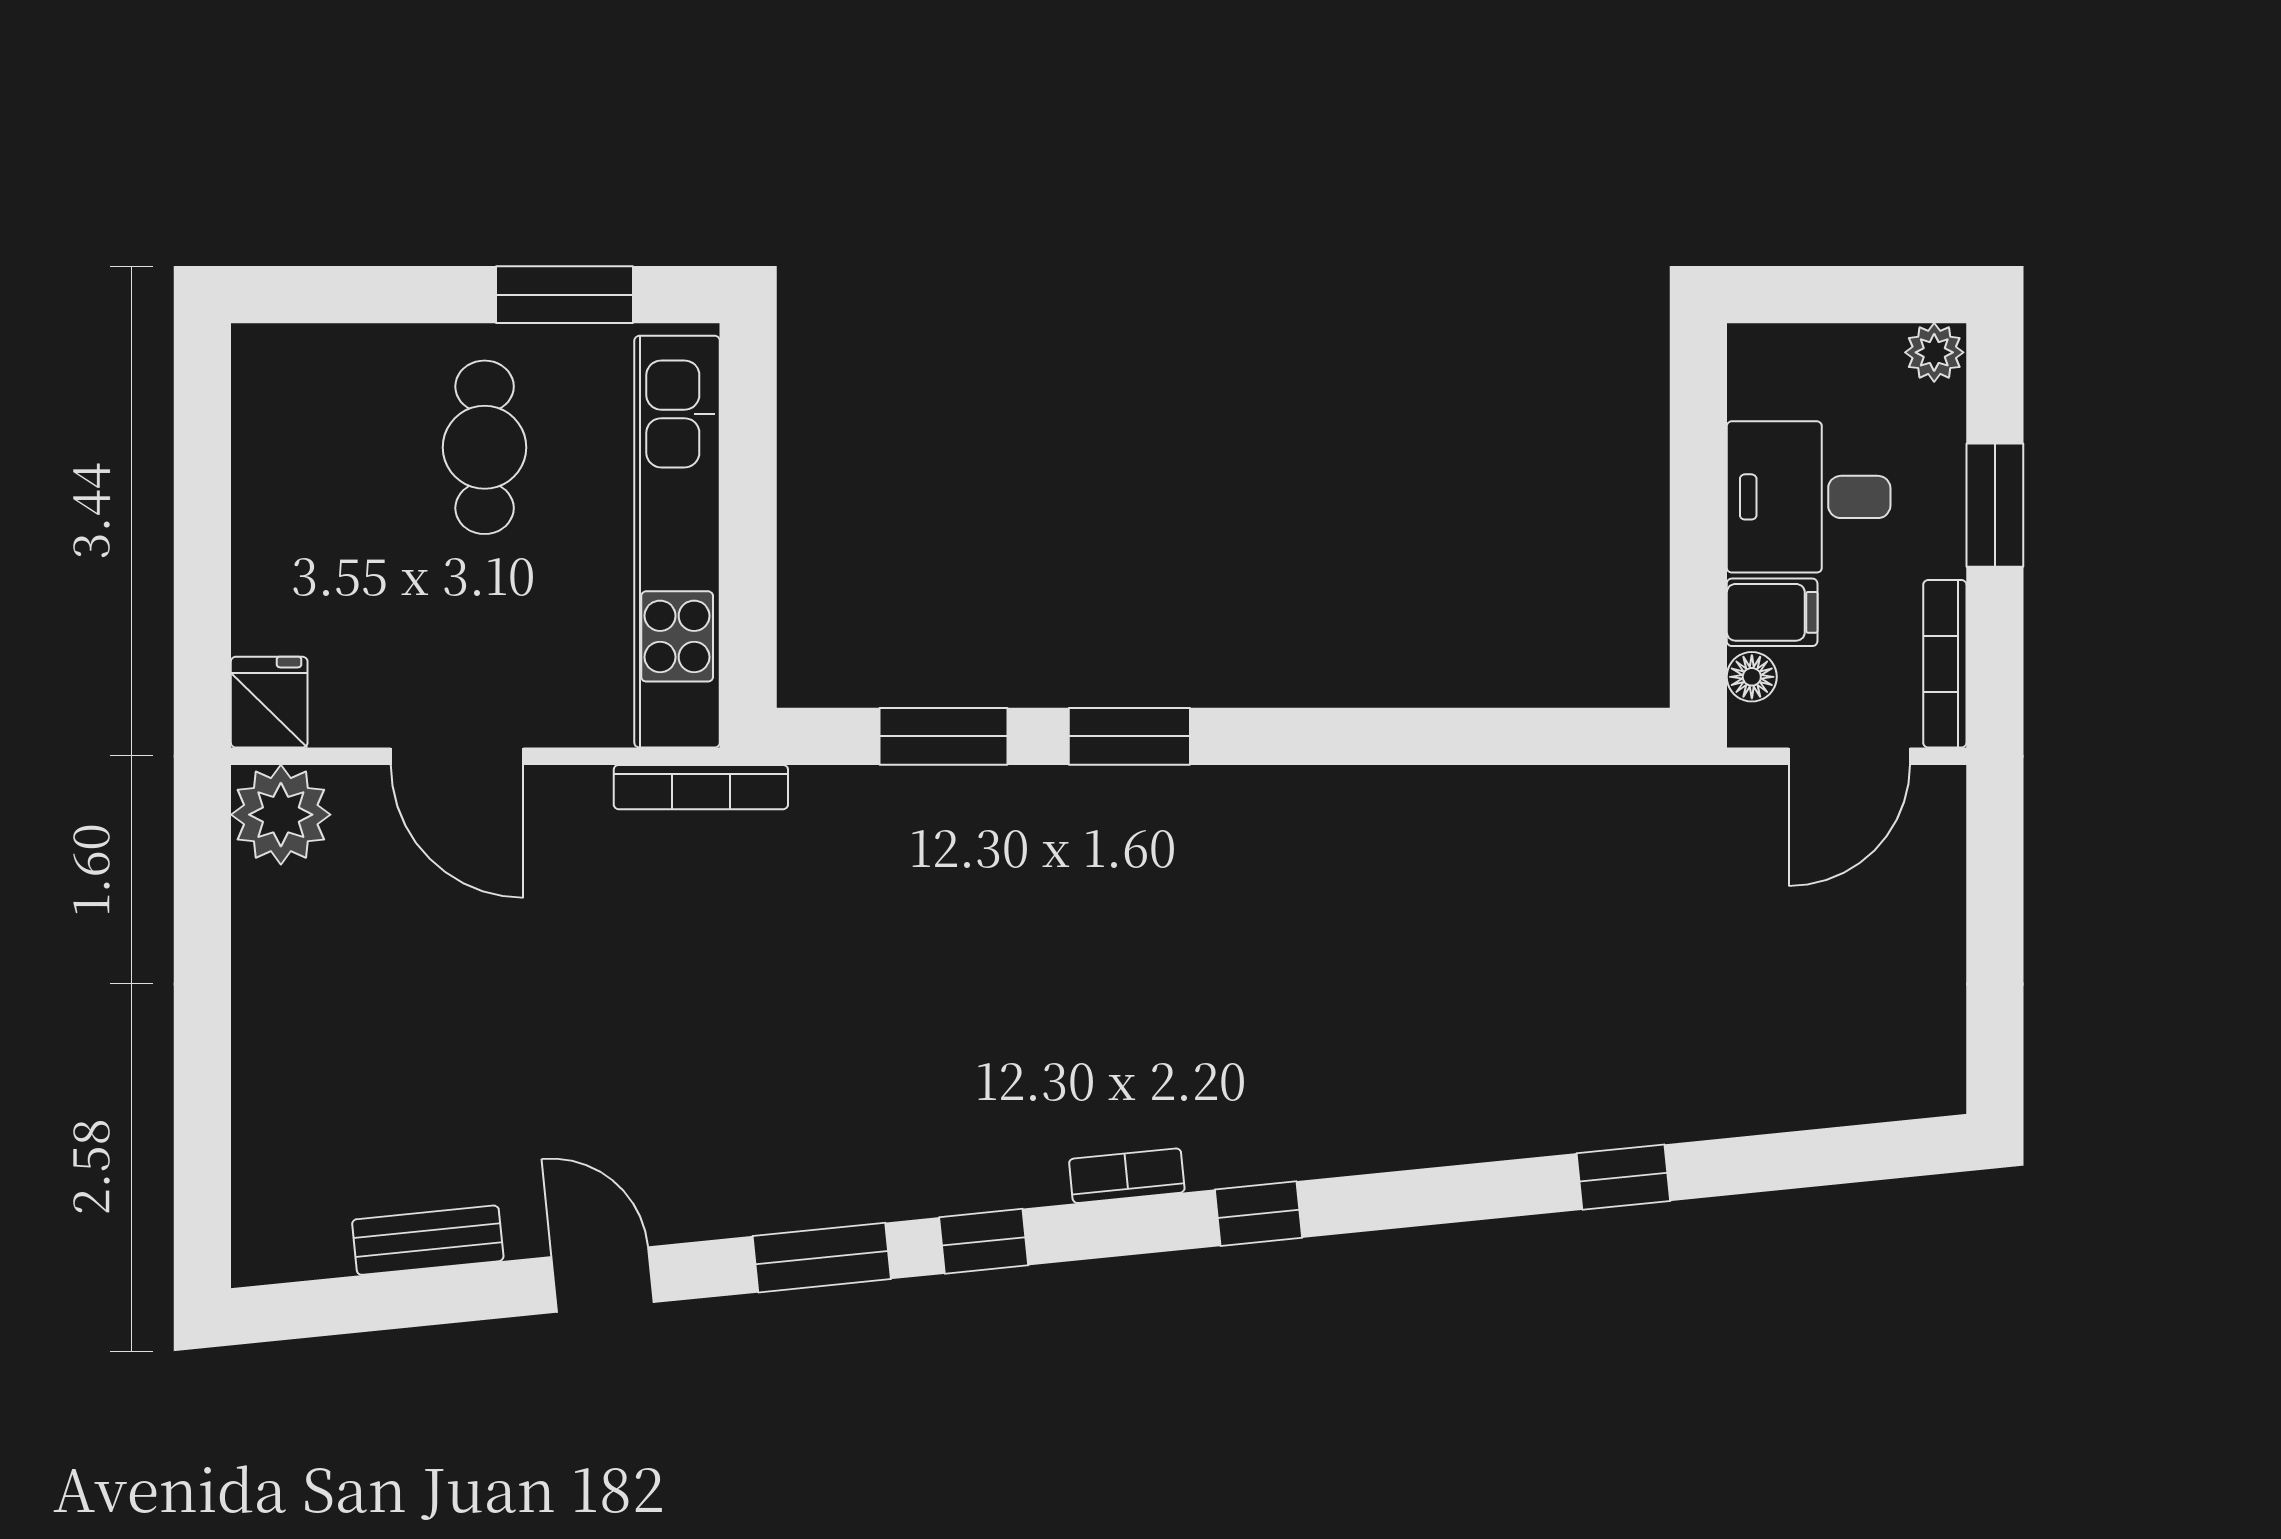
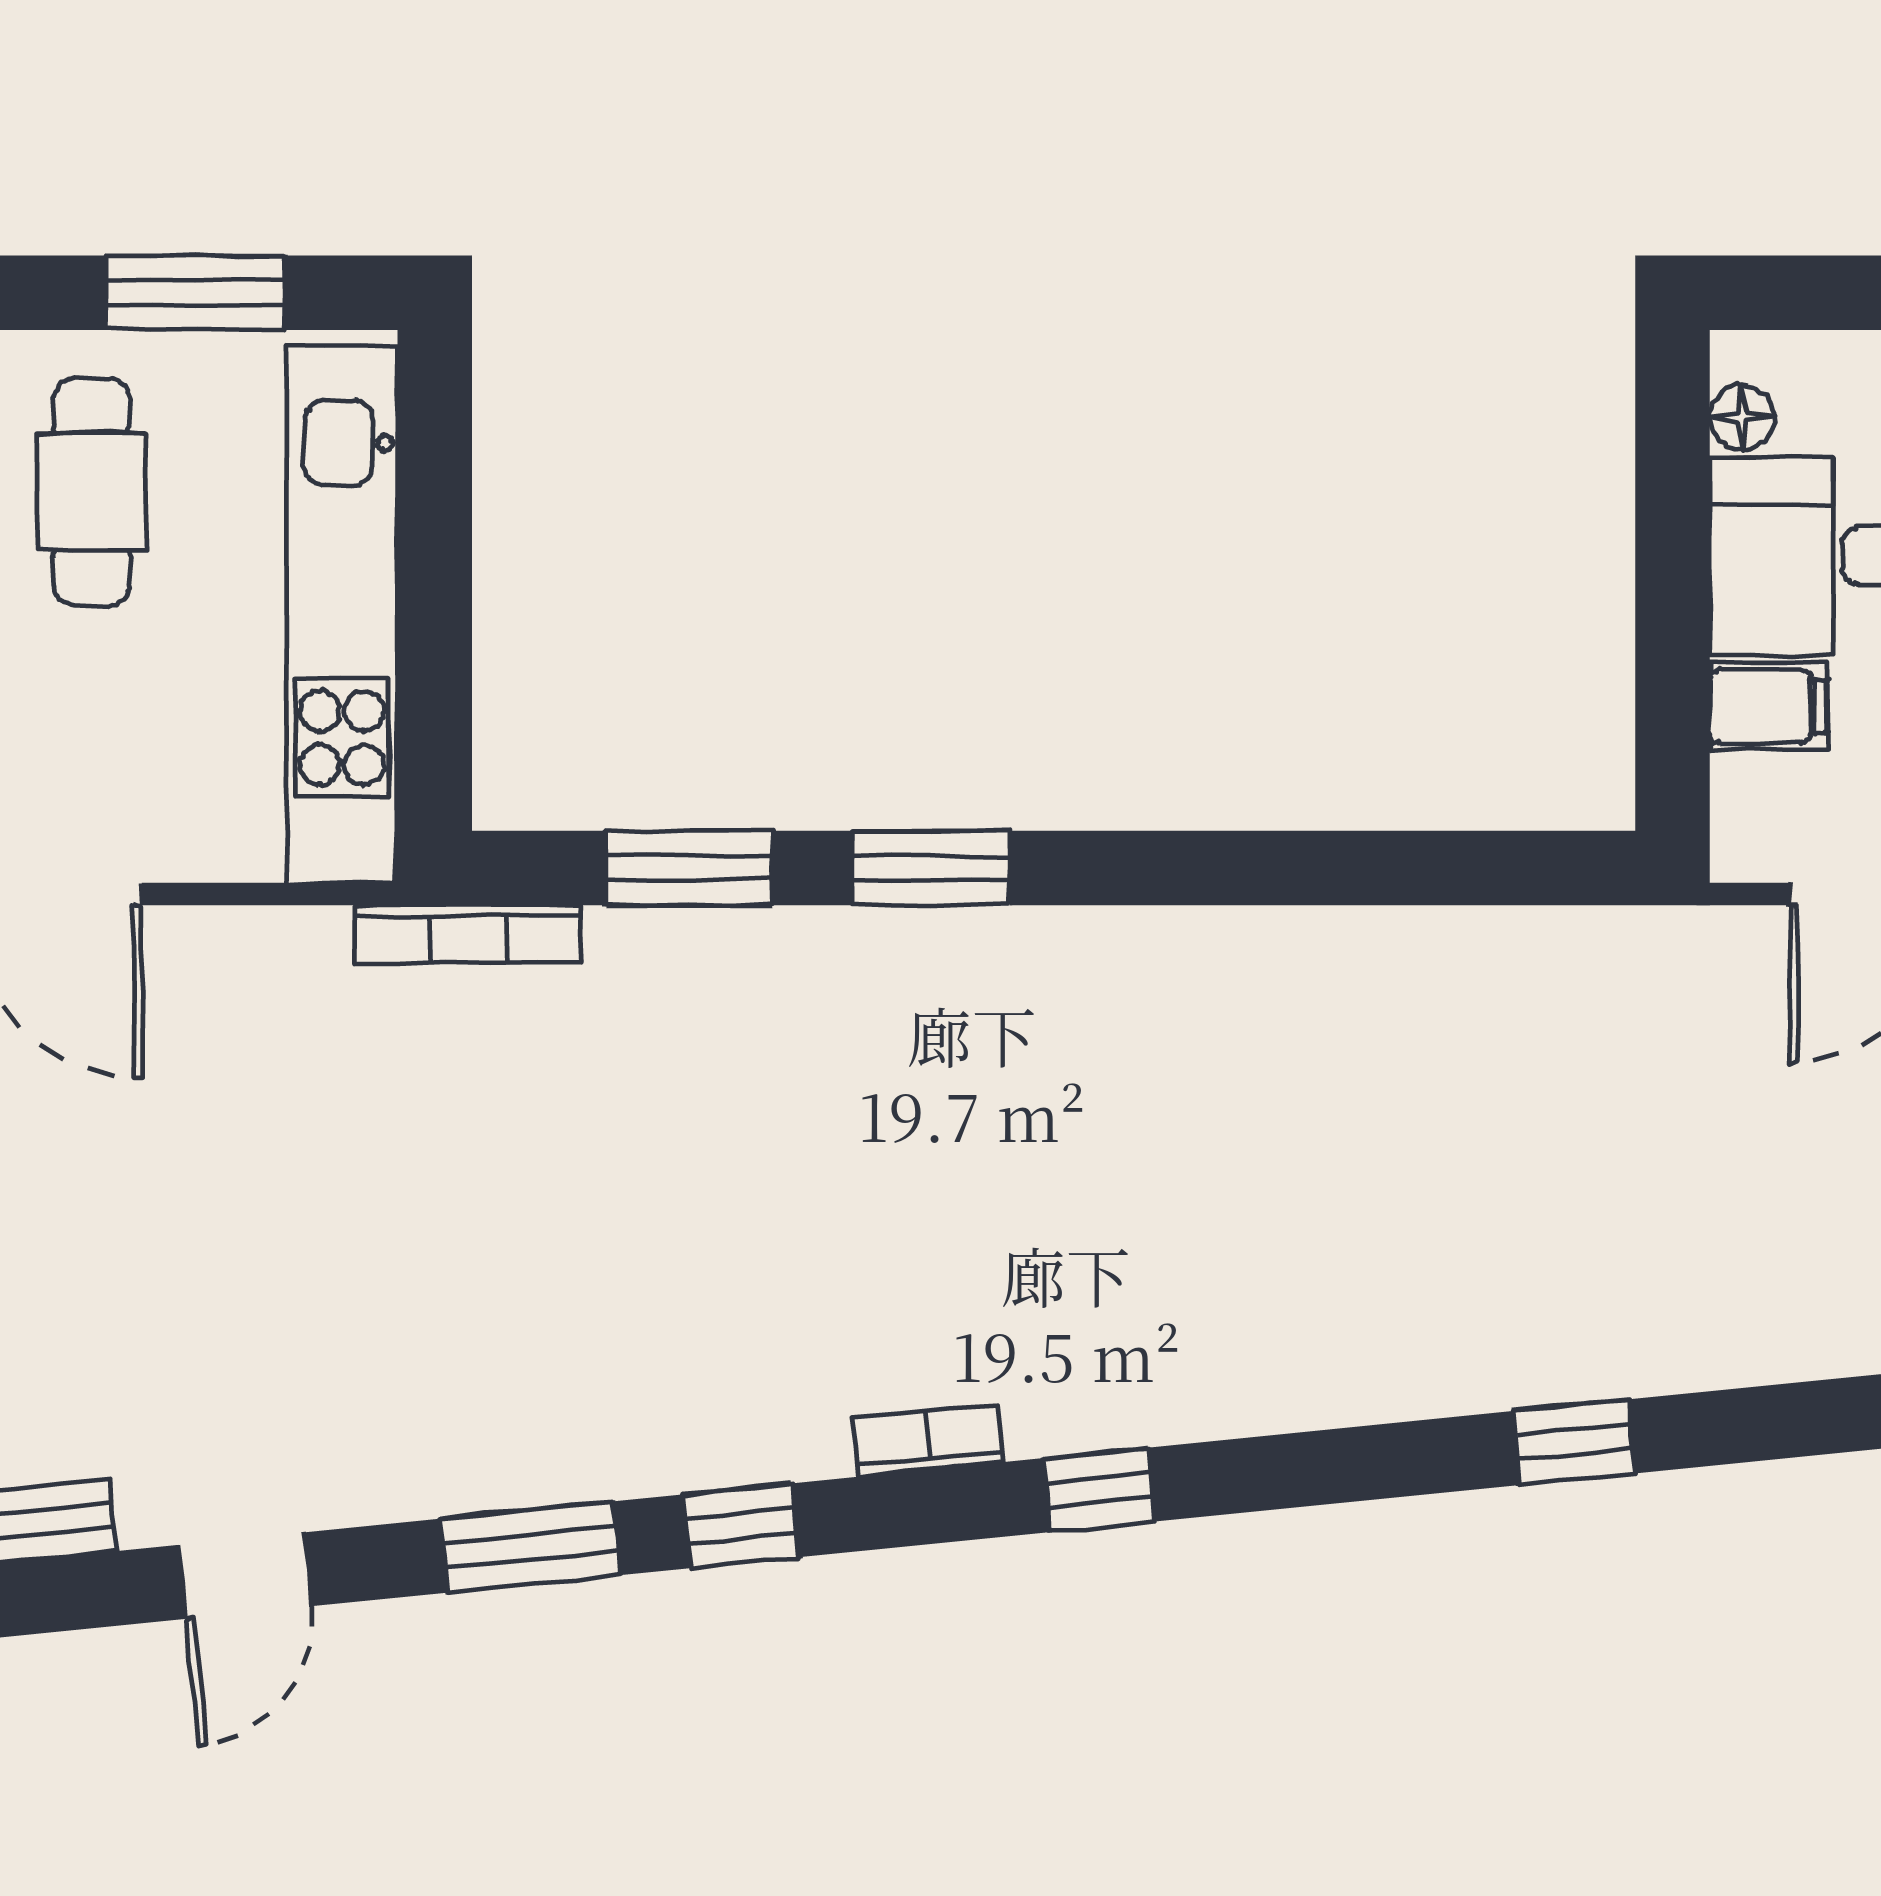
floor lamp: (1752, 677) -> (1742, 418), moved
bookcase: (701, 787) -> (468, 934), moved
door: (603, 1280) -> (245, 1576), swing flipped

